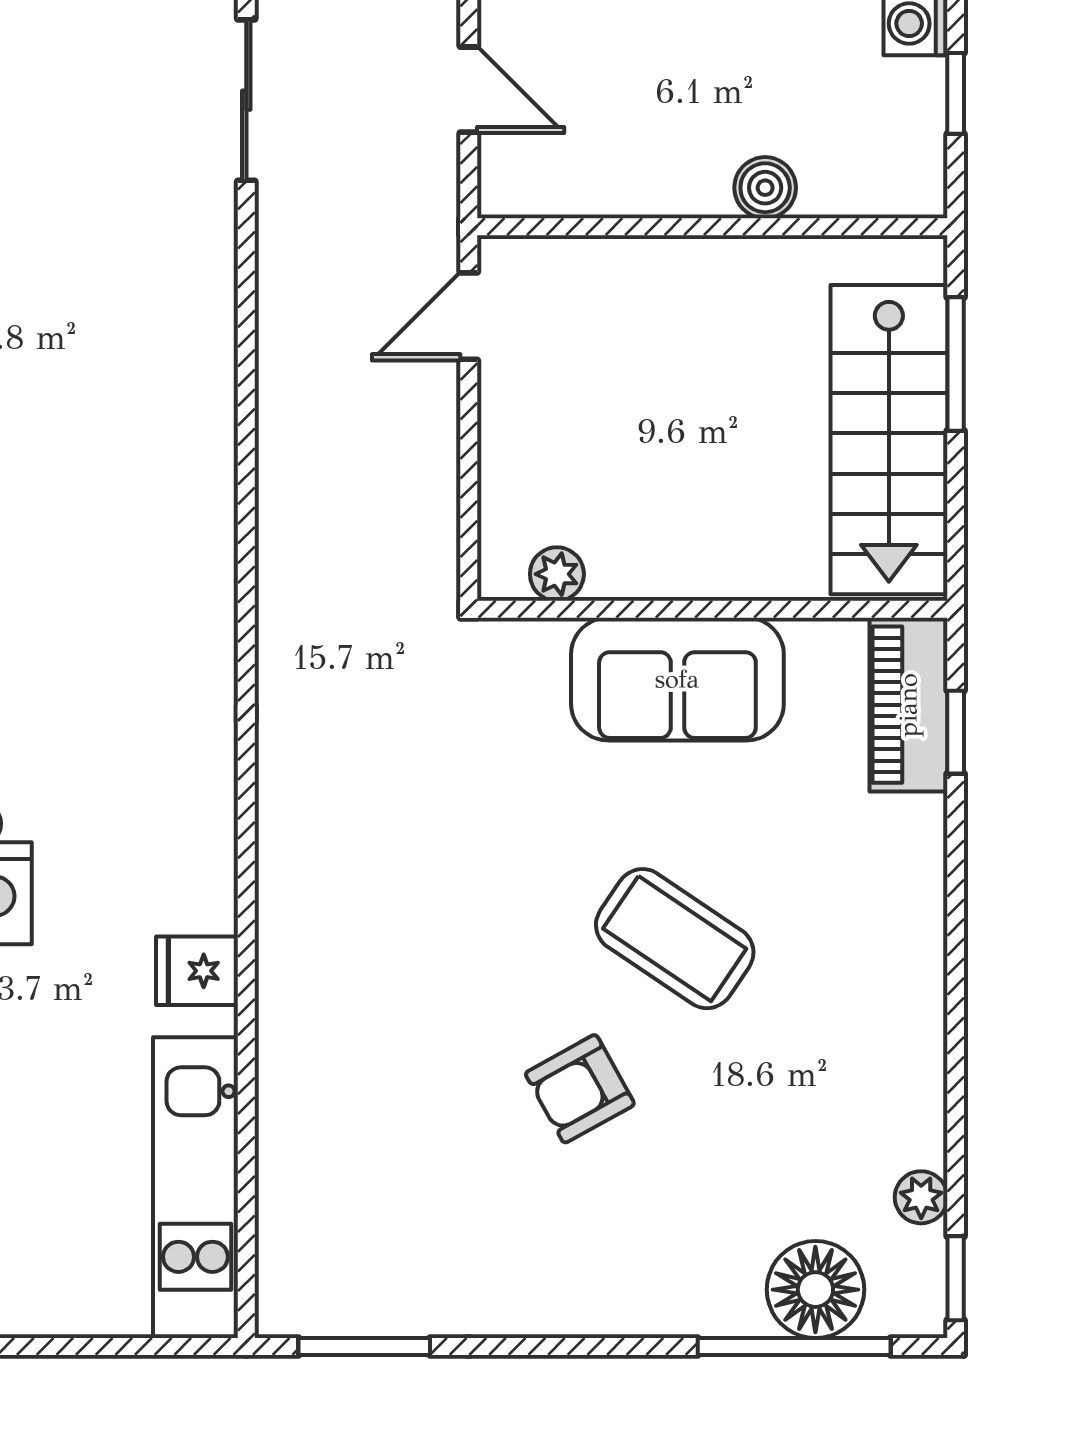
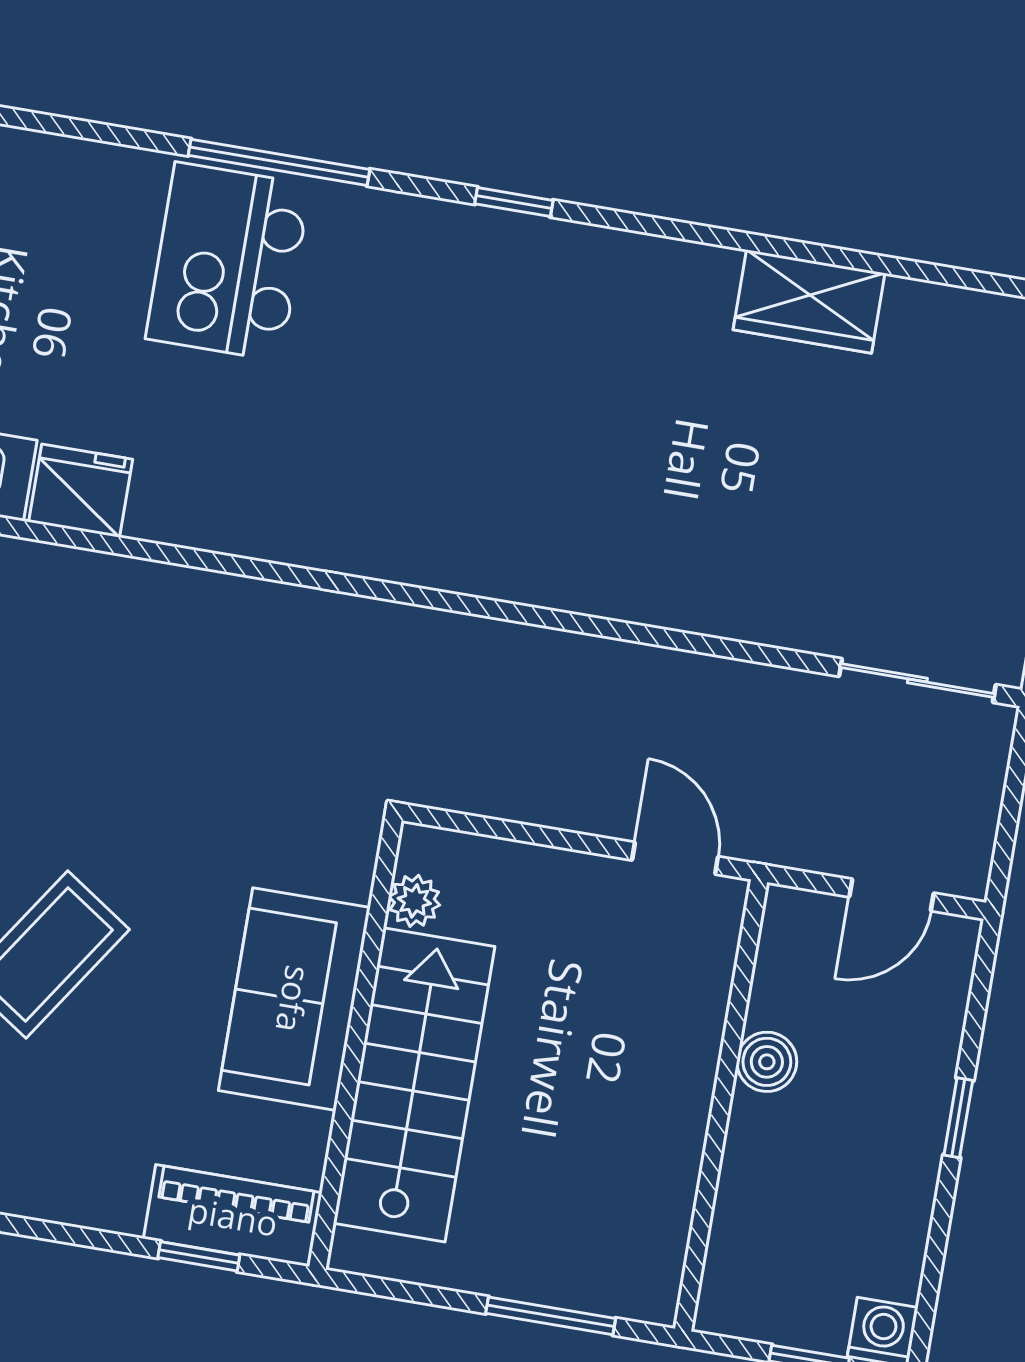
boiler: (765, 188) -> (767, 1062), moved
stairs: (889, 440) -> (414, 1085), moved, turned 90
fridge: (197, 971) -> (81, 491), width x1.38

